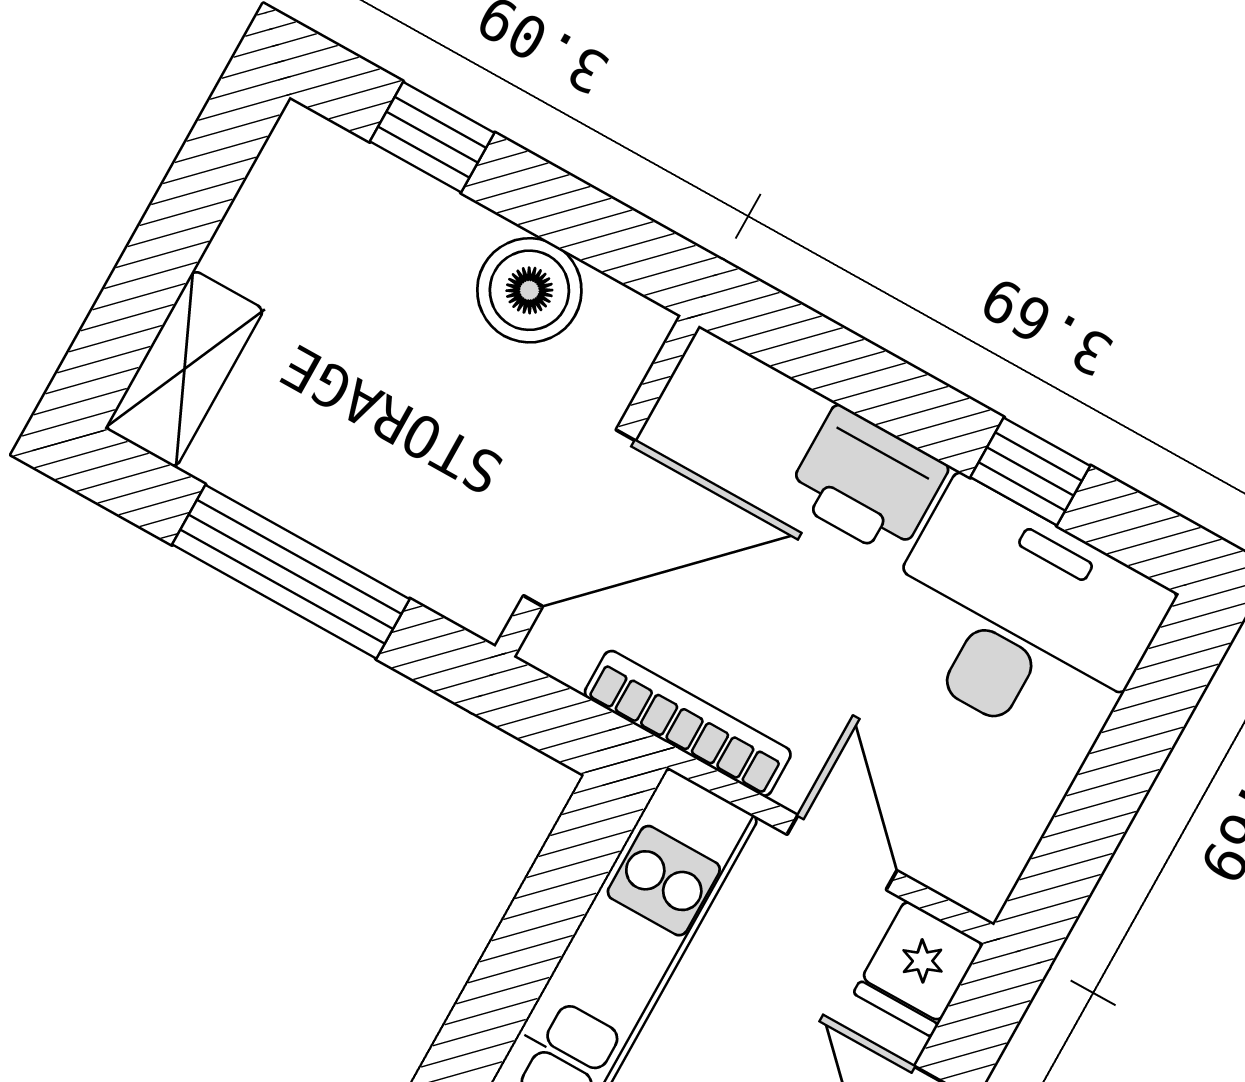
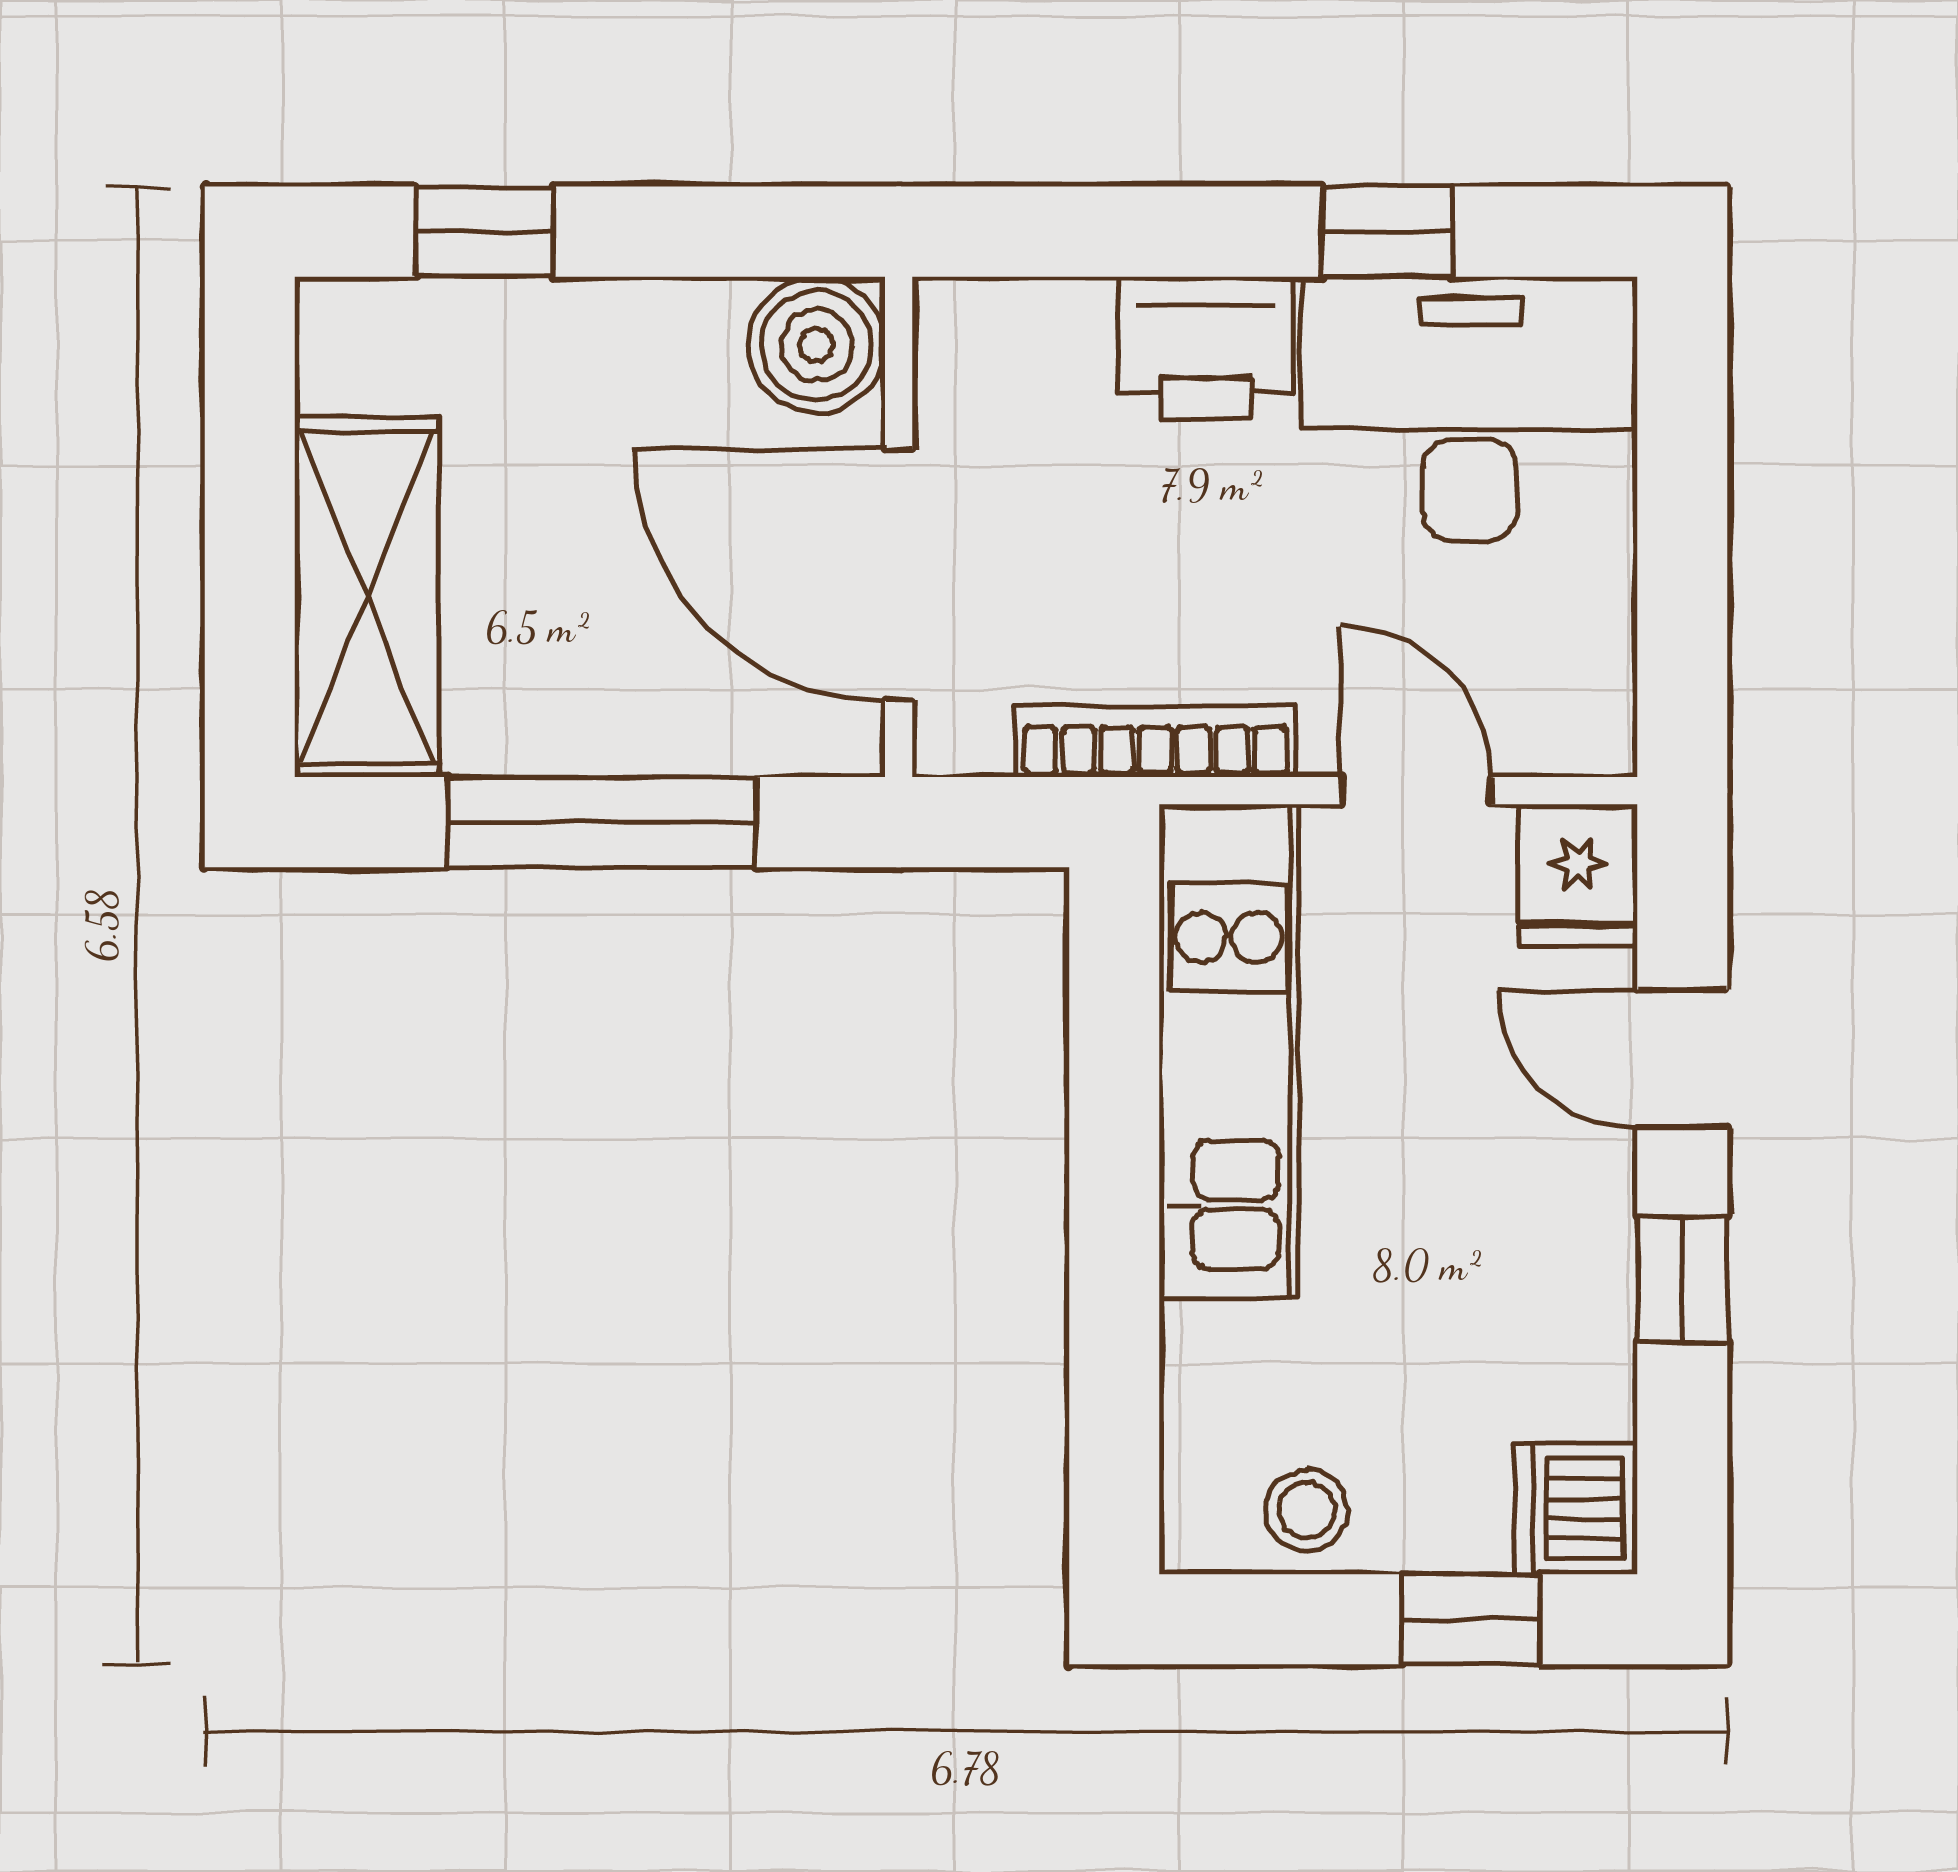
boiler: (529, 290) -> (817, 345), moved
shelving: (185, 369) -> (367, 597), width x1.50, depth x1.33
door: (579, 518) -> (899, 575), swing flipped

